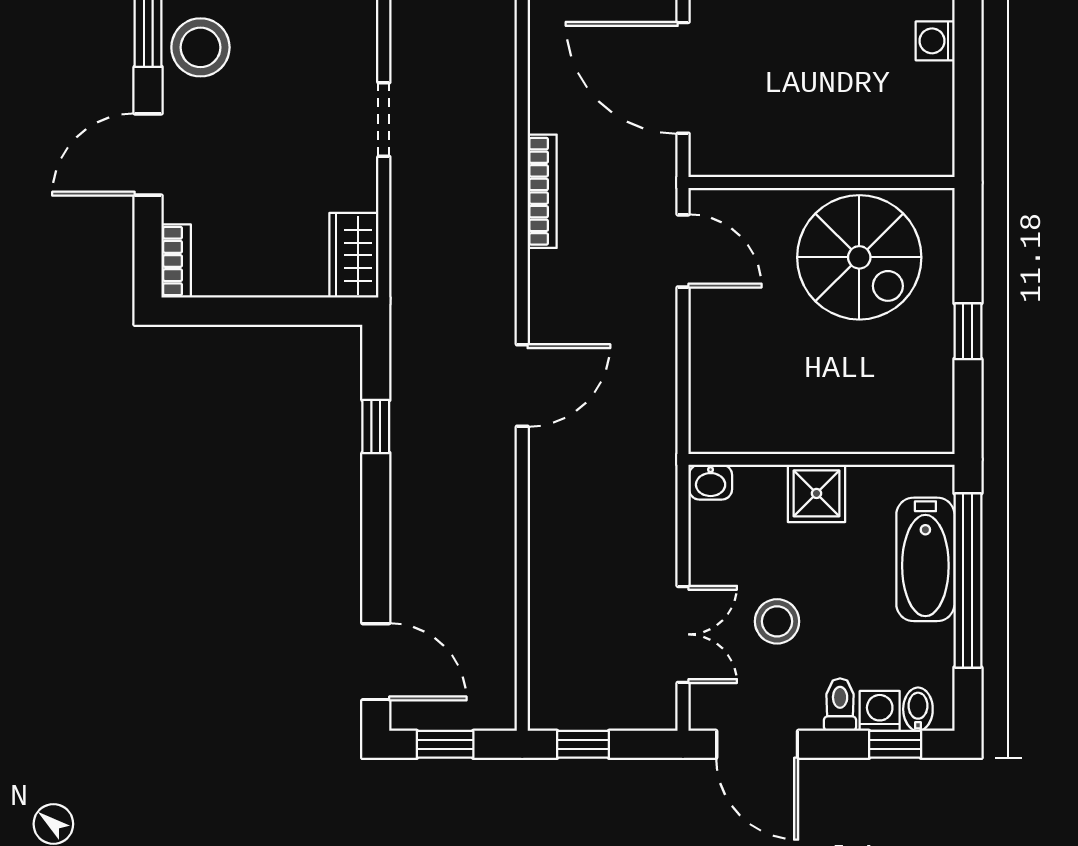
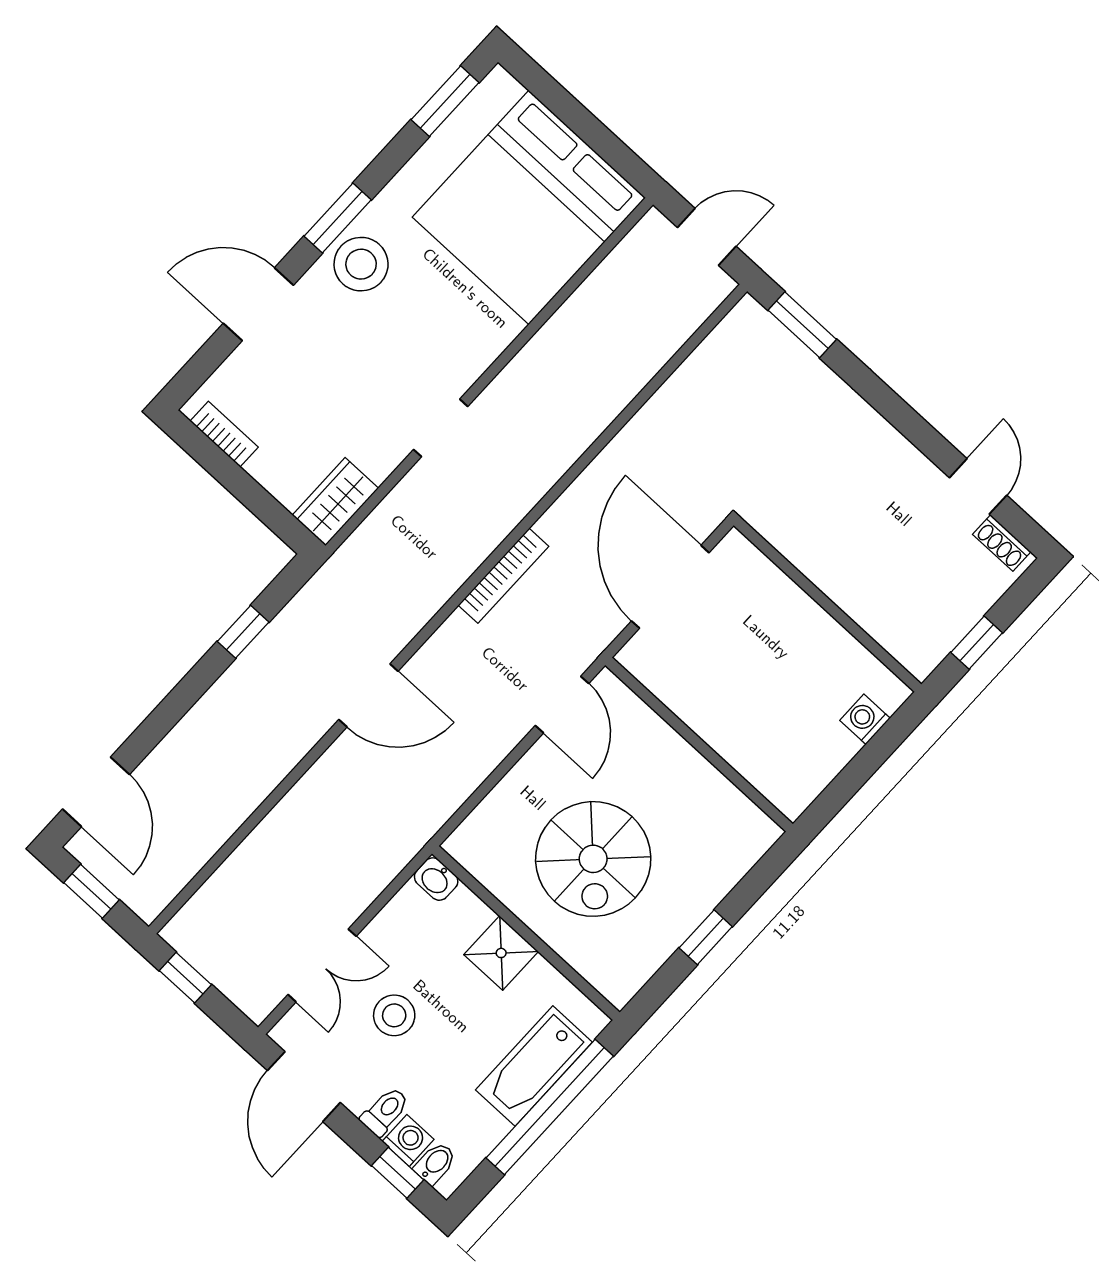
spiral stairs: (859, 257) -> (593, 859), moved
bookcase: (176, 261) -> (224, 434), moved, turned -90

